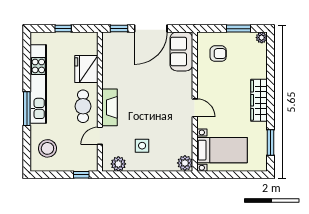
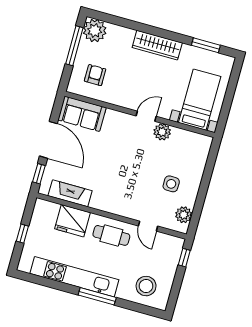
window: (239, 29) -> (74, 46), width x1.44
plant: (262, 38) -> (95, 31), width x1.87, depth x1.87
fireplace: (110, 107) -> (70, 193), moved
plant: (185, 163) -> (162, 132), moved

